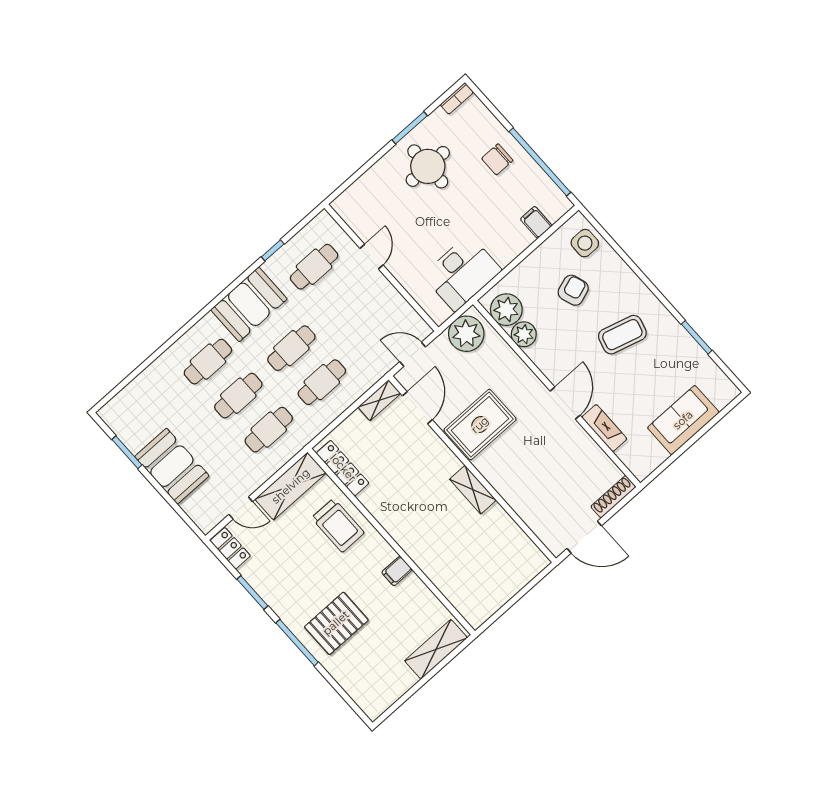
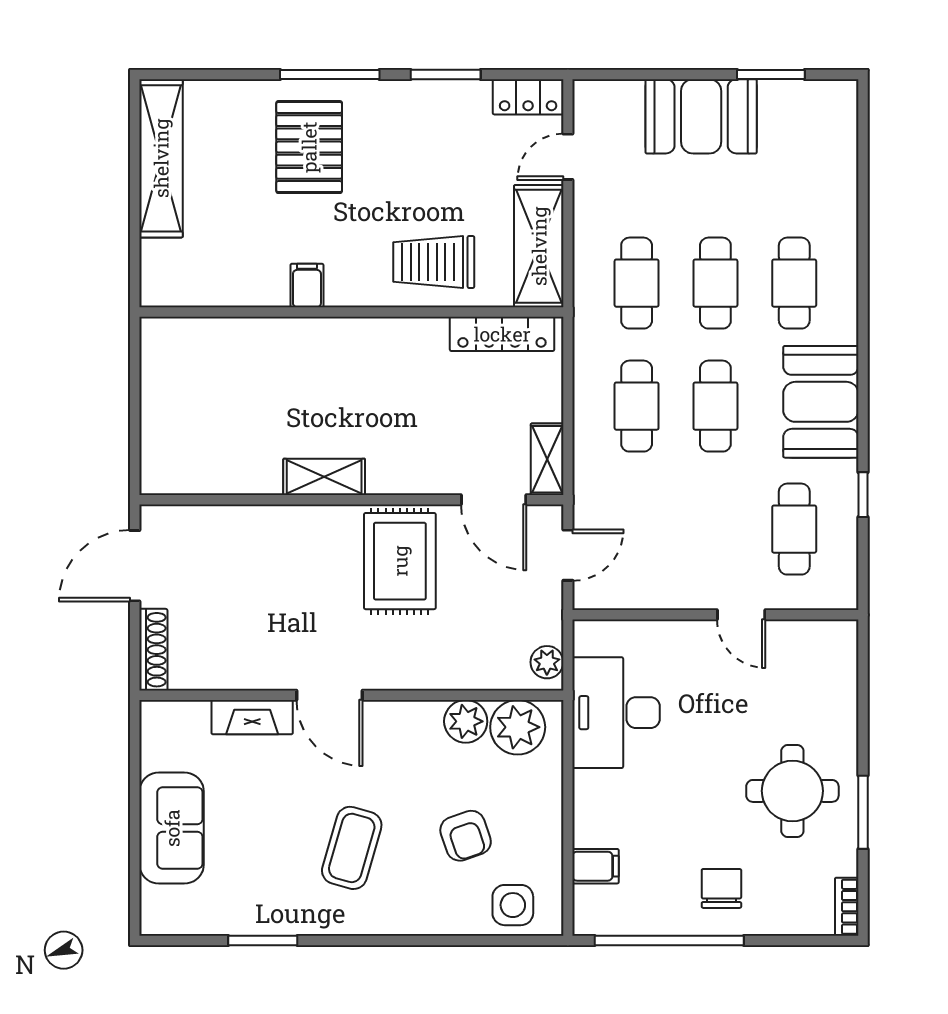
plant: (466, 334) -> (547, 662), width x0.53, depth x0.53
shelving: (436, 649) -> (161, 158), moved, width x1.47

